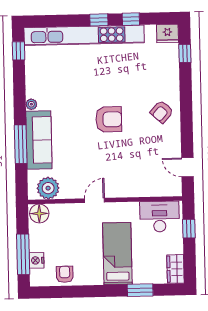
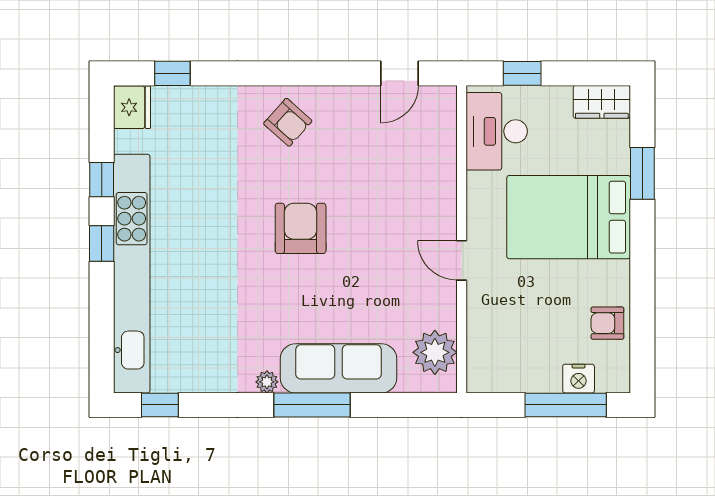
window: (21, 144) -> (312, 405), moved
floor lamp: (39, 213) -> (485, 371), removed
bed: (117, 254) -> (569, 217), width x1.50

